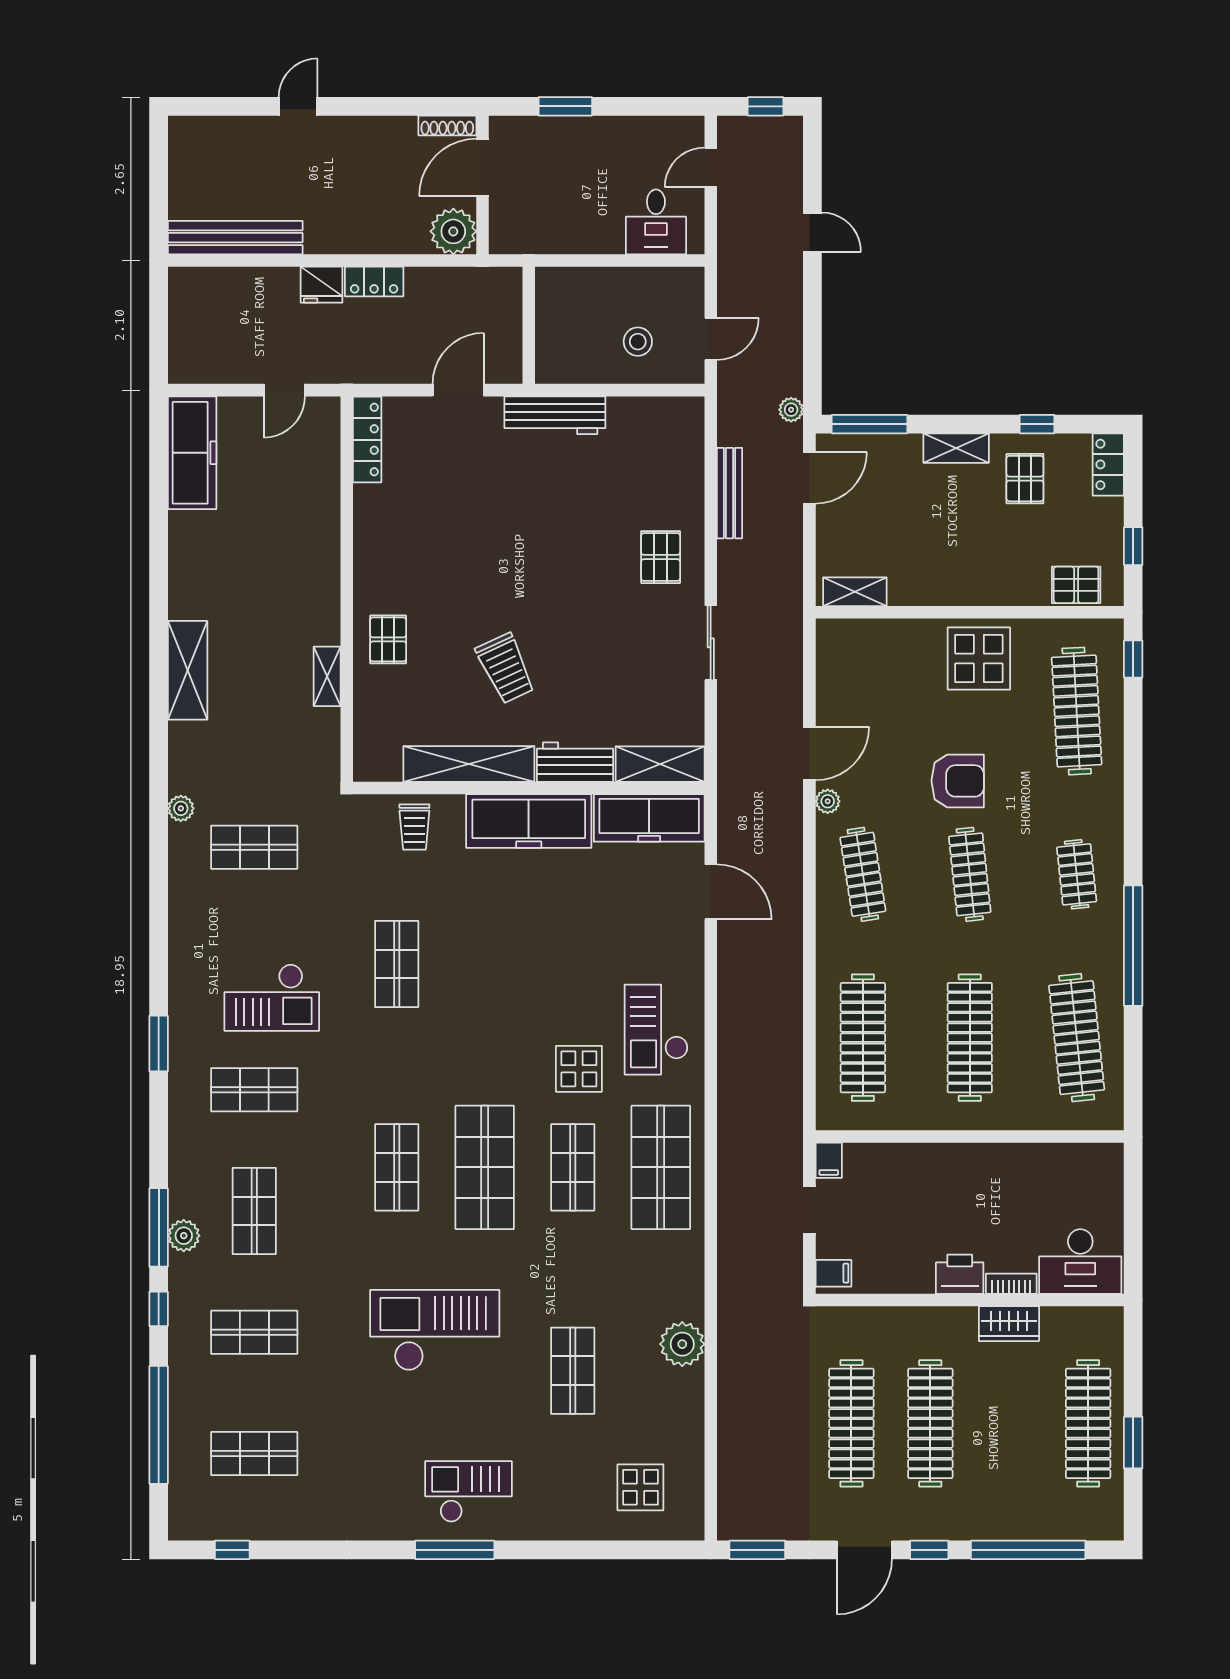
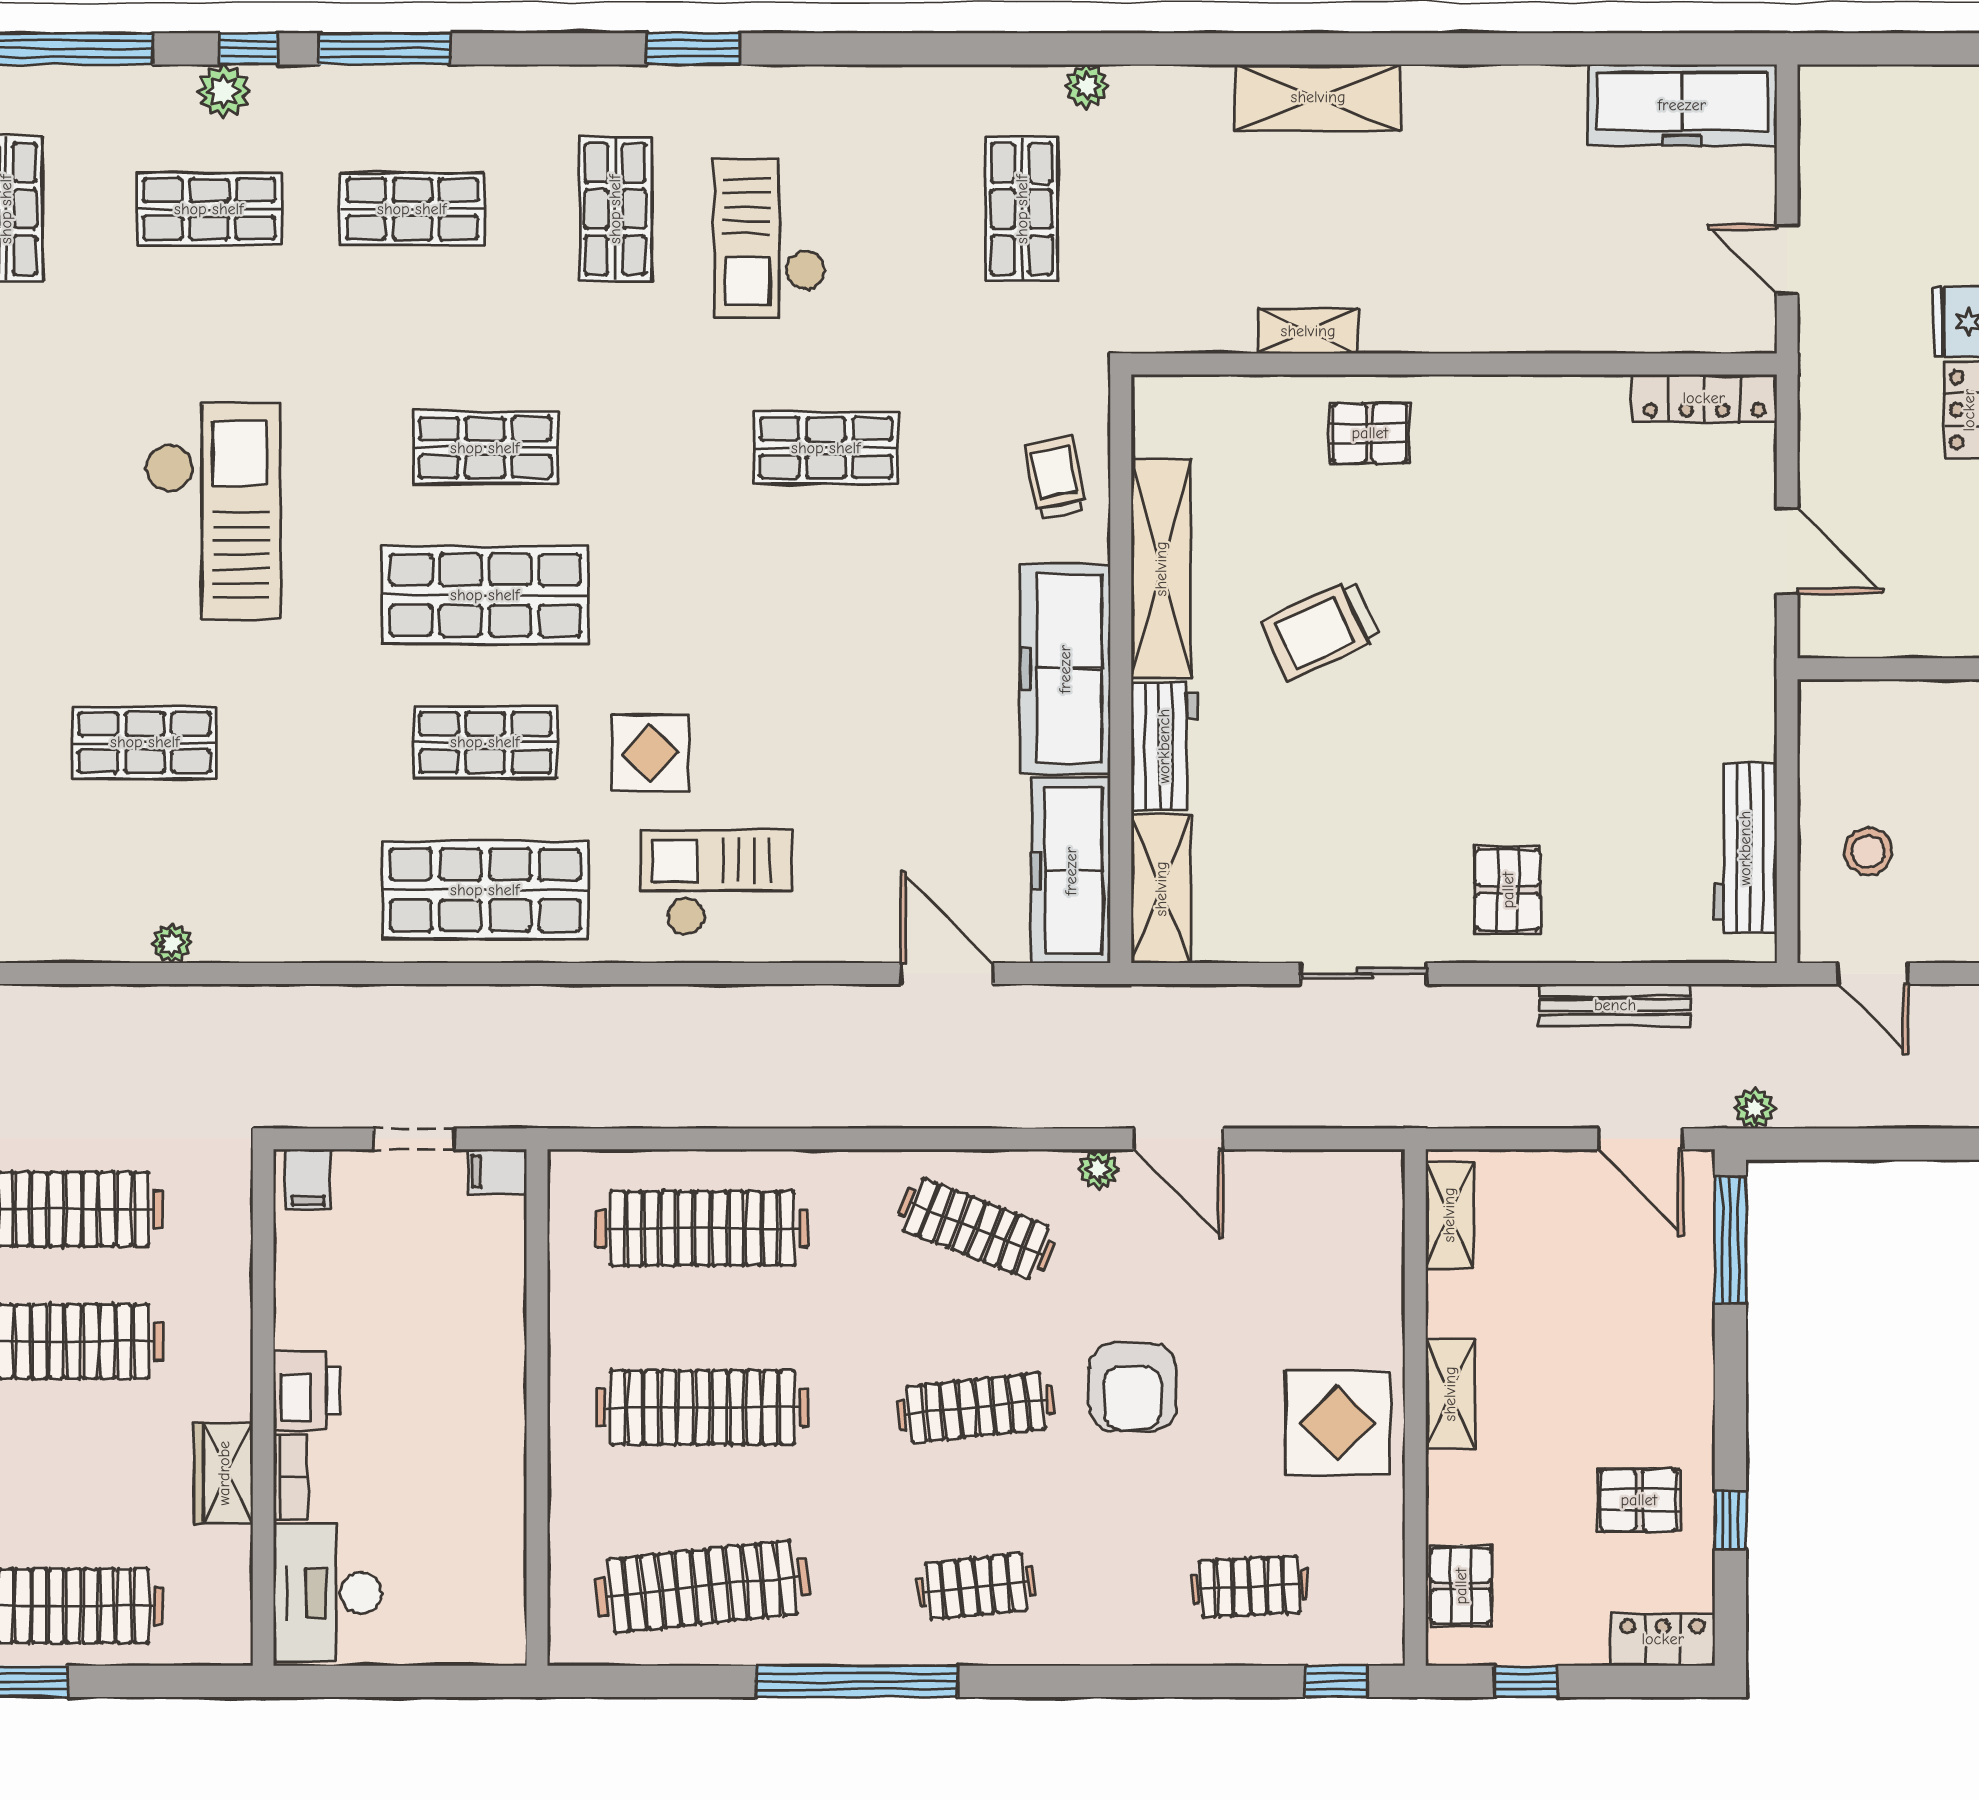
workbench: (555, 415) -> (1745, 848), moved
shelving: (956, 448) -> (1450, 1394), moved
pallet: (661, 557) -> (1508, 890), turned 90
clothes rail: (1077, 711) -> (1250, 1587), width x0.54, depth x0.76
trolley: (414, 827) -> (1055, 477), turned 79
clothes rail: (863, 874) -> (976, 1229), turned 30
door: (711, 892) -> (947, 974), swing flipped
plant: (184, 1236) -> (224, 91), moved
shop shelf: (254, 1332) -> (209, 209), turned 90
plant: (682, 1344) -> (172, 943), width x0.53, depth x0.53

